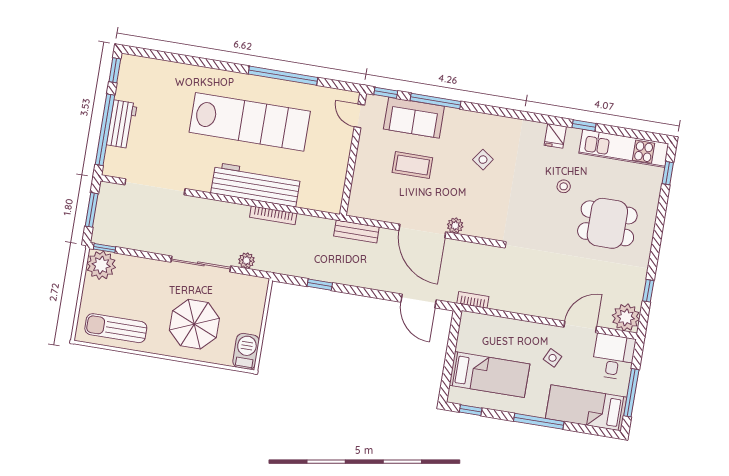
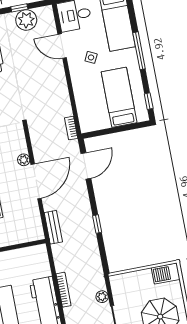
window: (320, 285) -> (97, 224), moved
plant: (626, 317) -> (26, 20), moved

